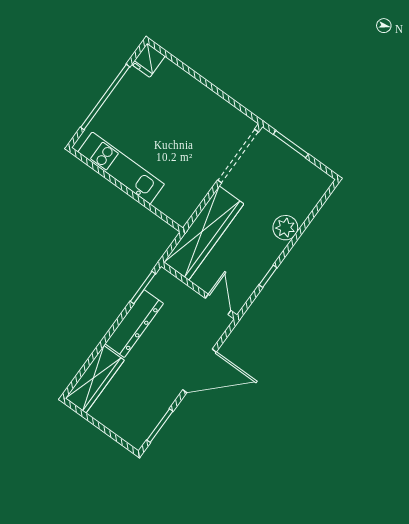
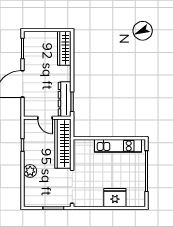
fridge: (148, 60) -> (115, 198), moved, width x1.88, depth x1.34
door: (218, 304) -> (45, 118), moved
dresser: (134, 324) -> (65, 99), moved

